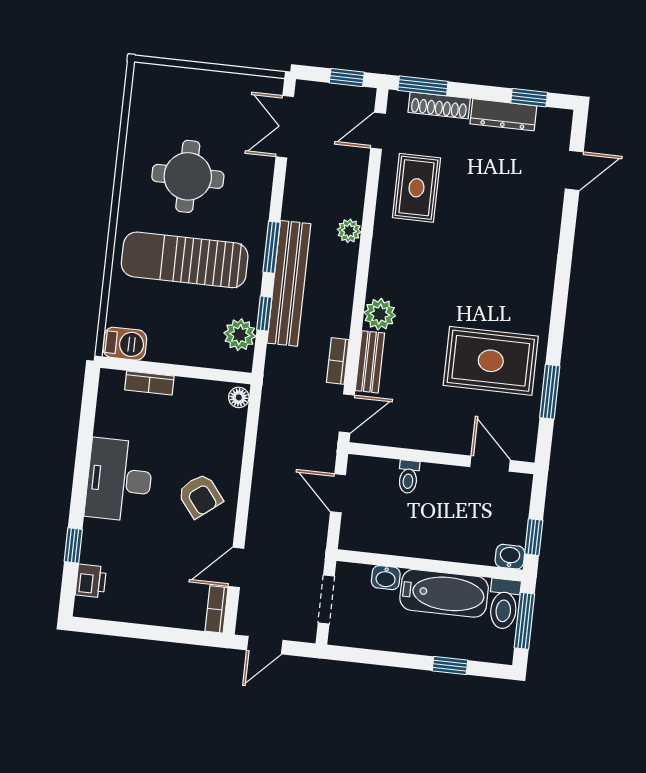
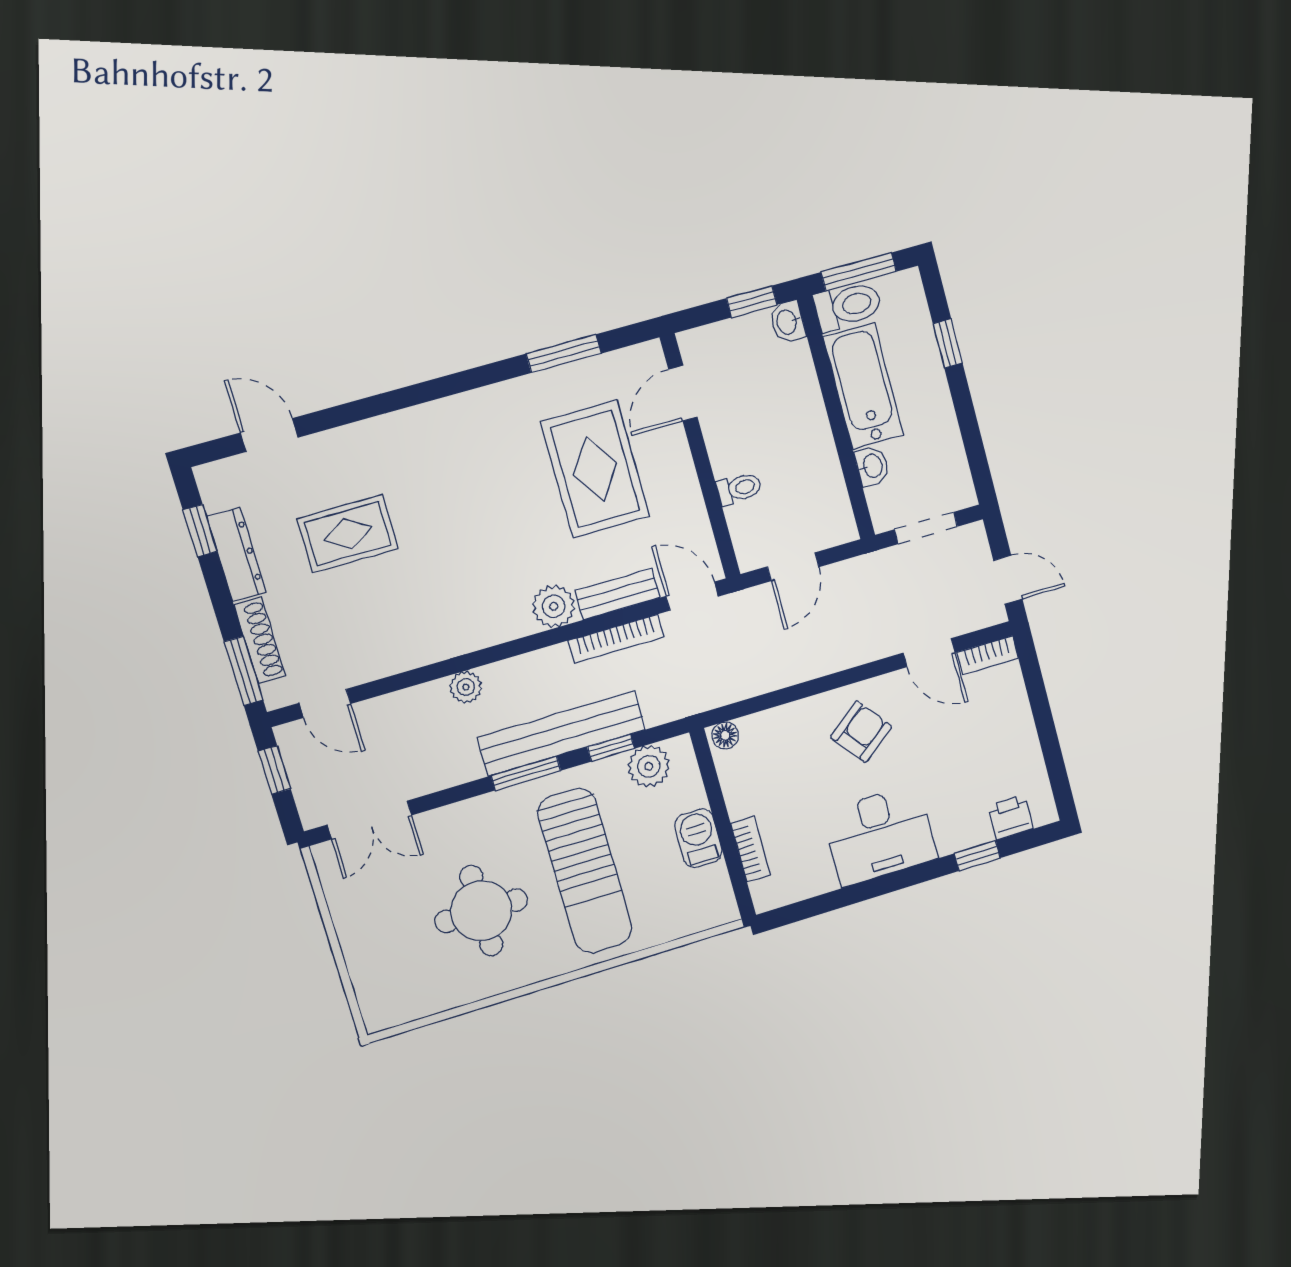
rug: (416, 188) -> (348, 534), moved
barbecue: (125, 344) -> (698, 838), moved
bookcase: (338, 361) -> (616, 639), width x1.56
rug: (491, 361) -> (595, 469), moved

